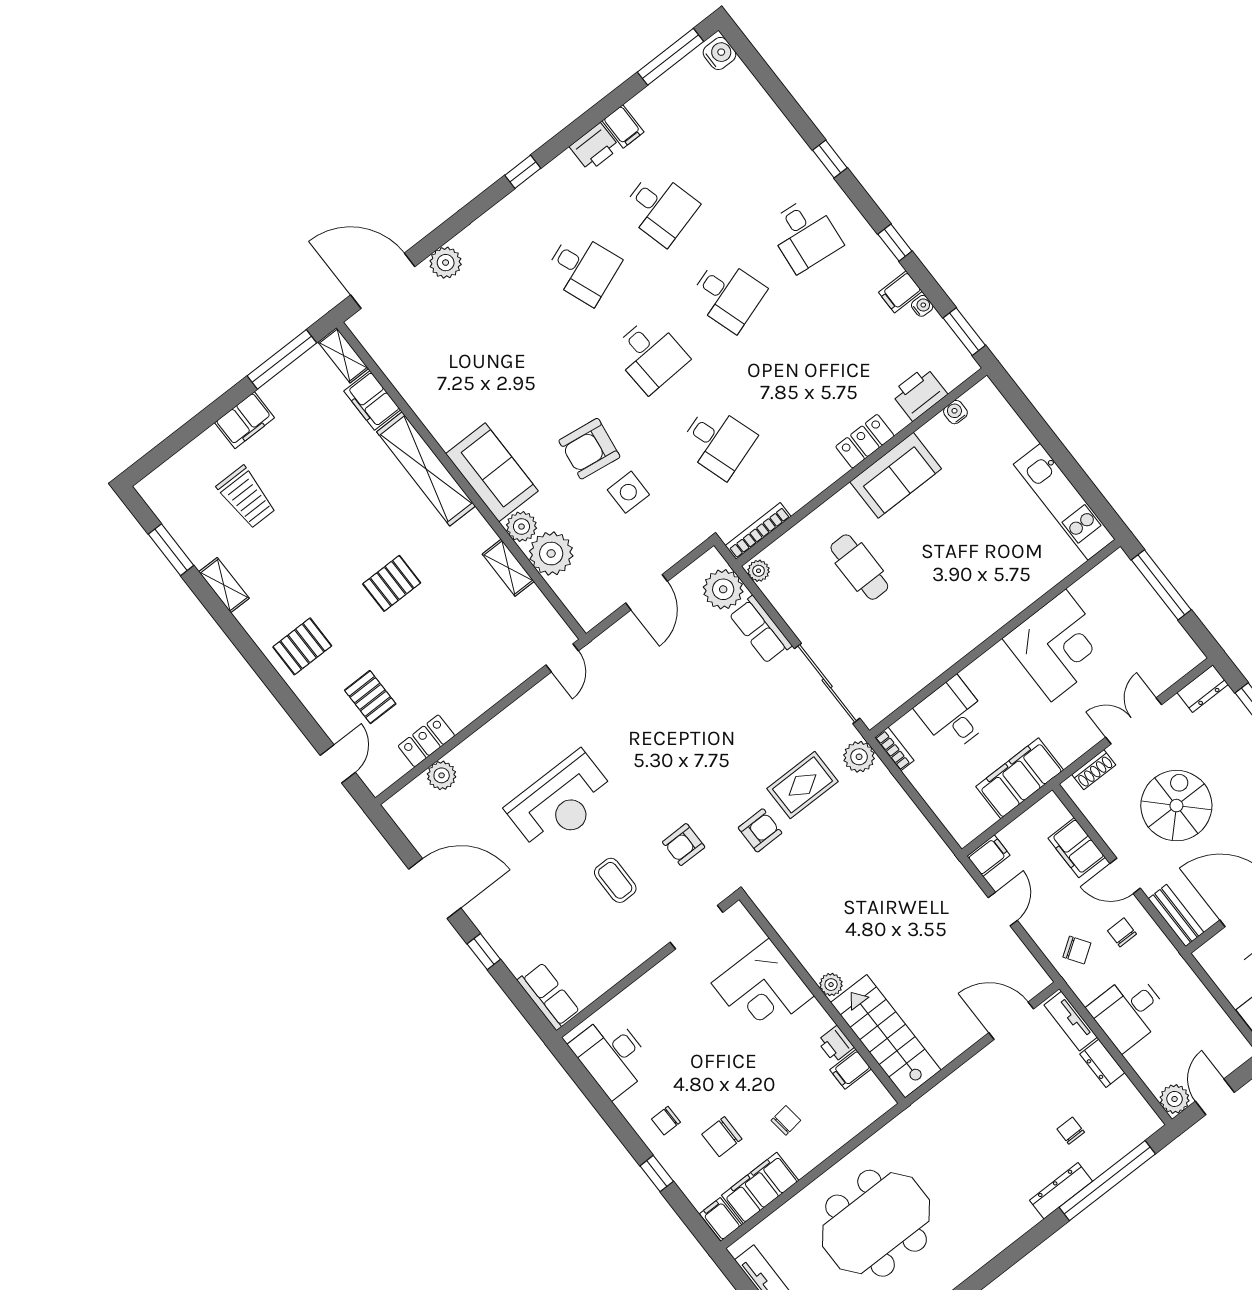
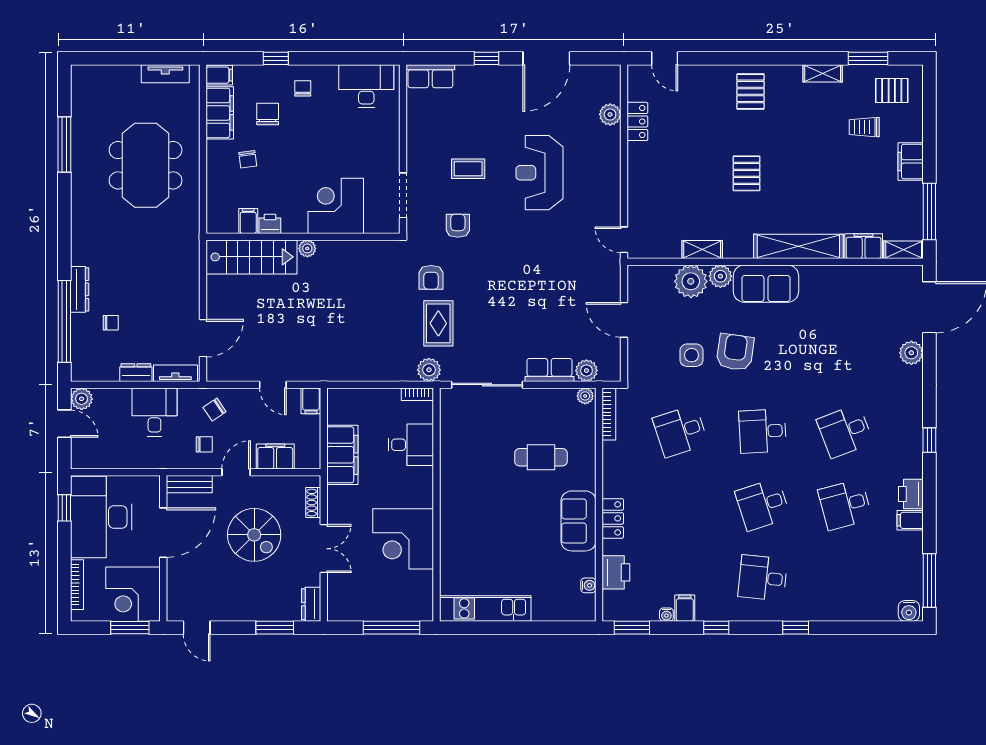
trolley: (246, 497) -> (864, 127), width x0.73, depth x0.72
plant: (723, 589) -> (586, 371), width x0.73, depth x0.73
pallet: (370, 697) -> (892, 90), moved

